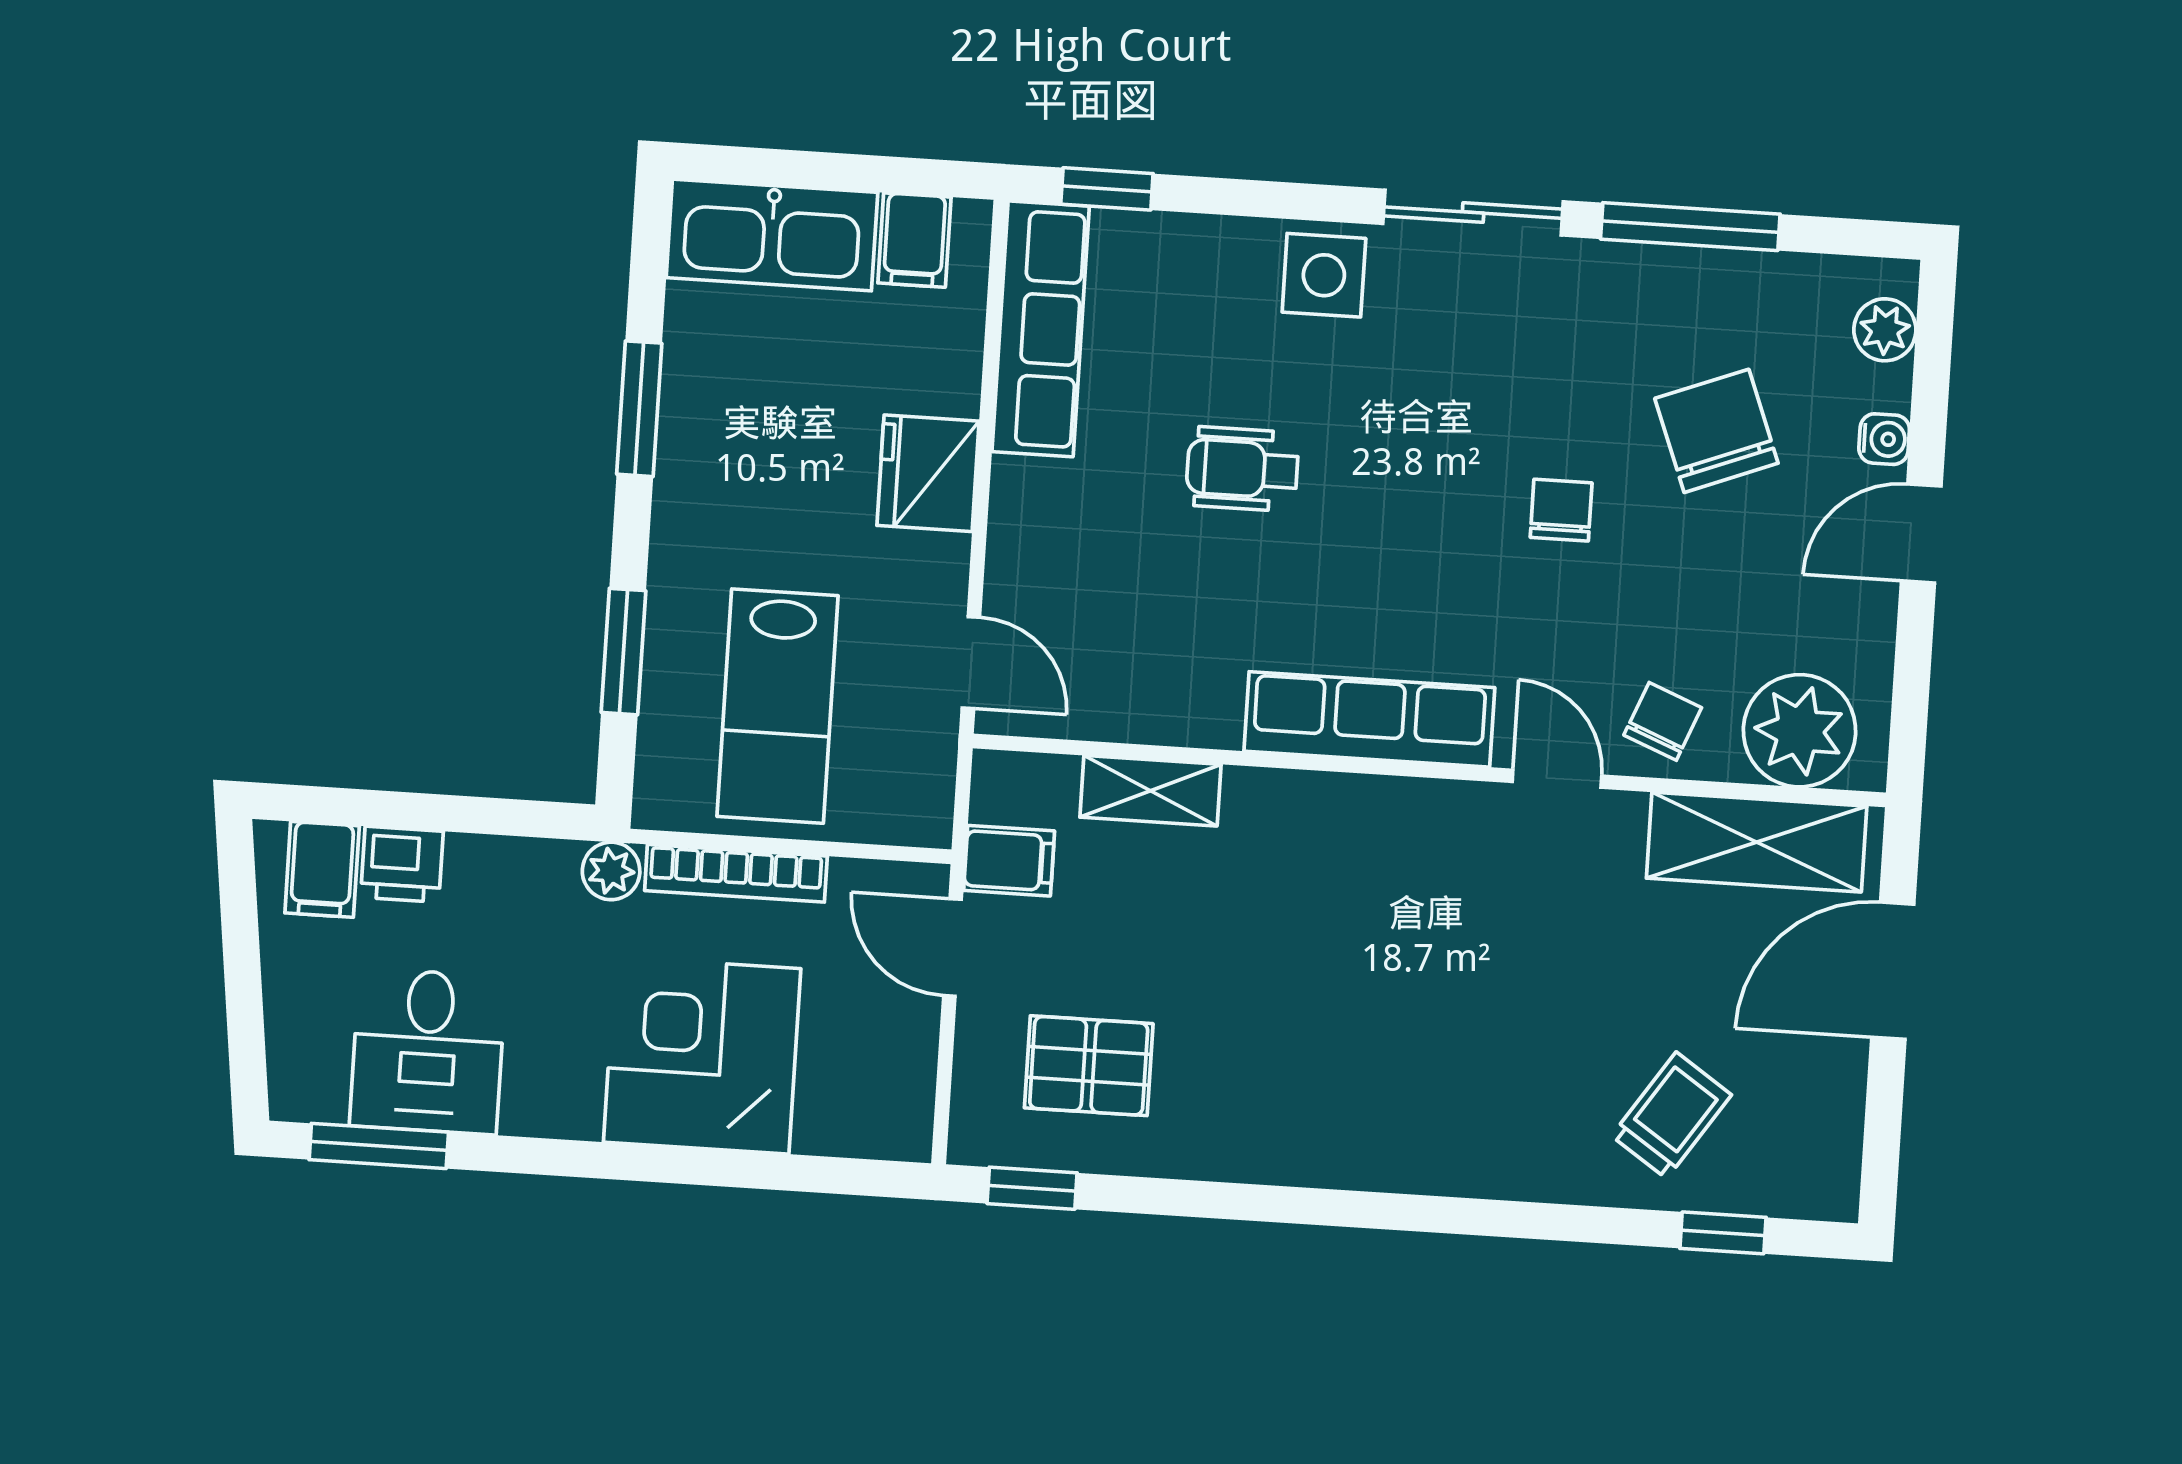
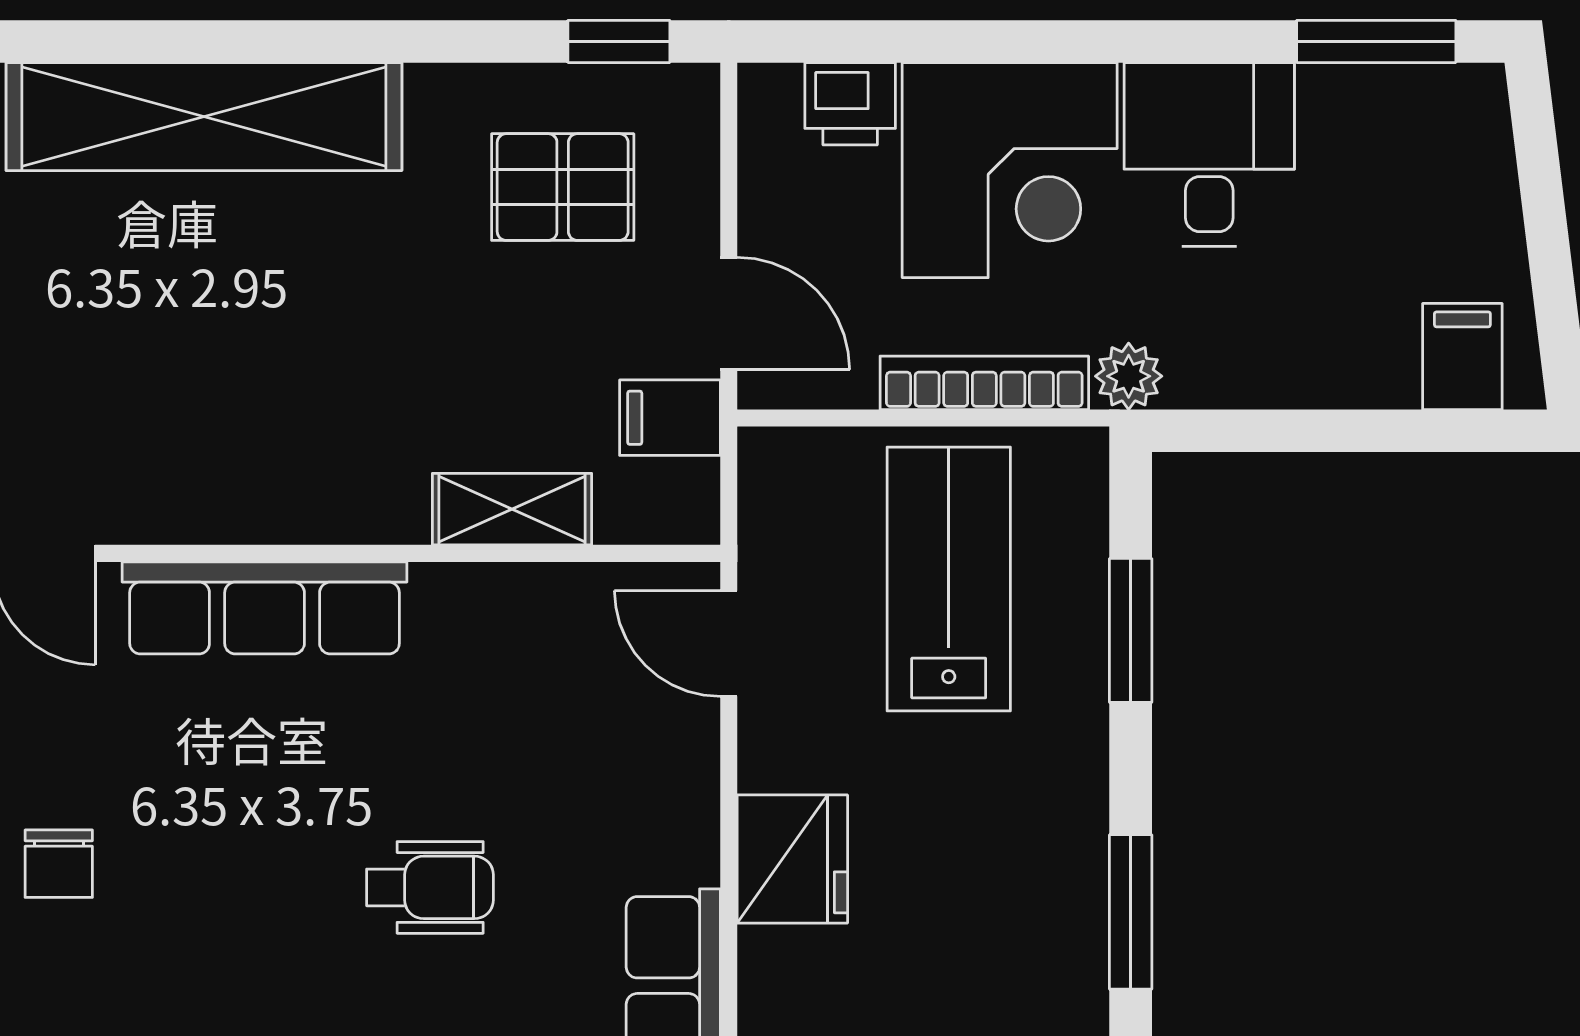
printer: (402, 864) -> (850, 104), moved, turned 180
desk: (428, 1051) -> (1209, 154), moved
shelving: (1394, 1147) -> (204, 117), added

